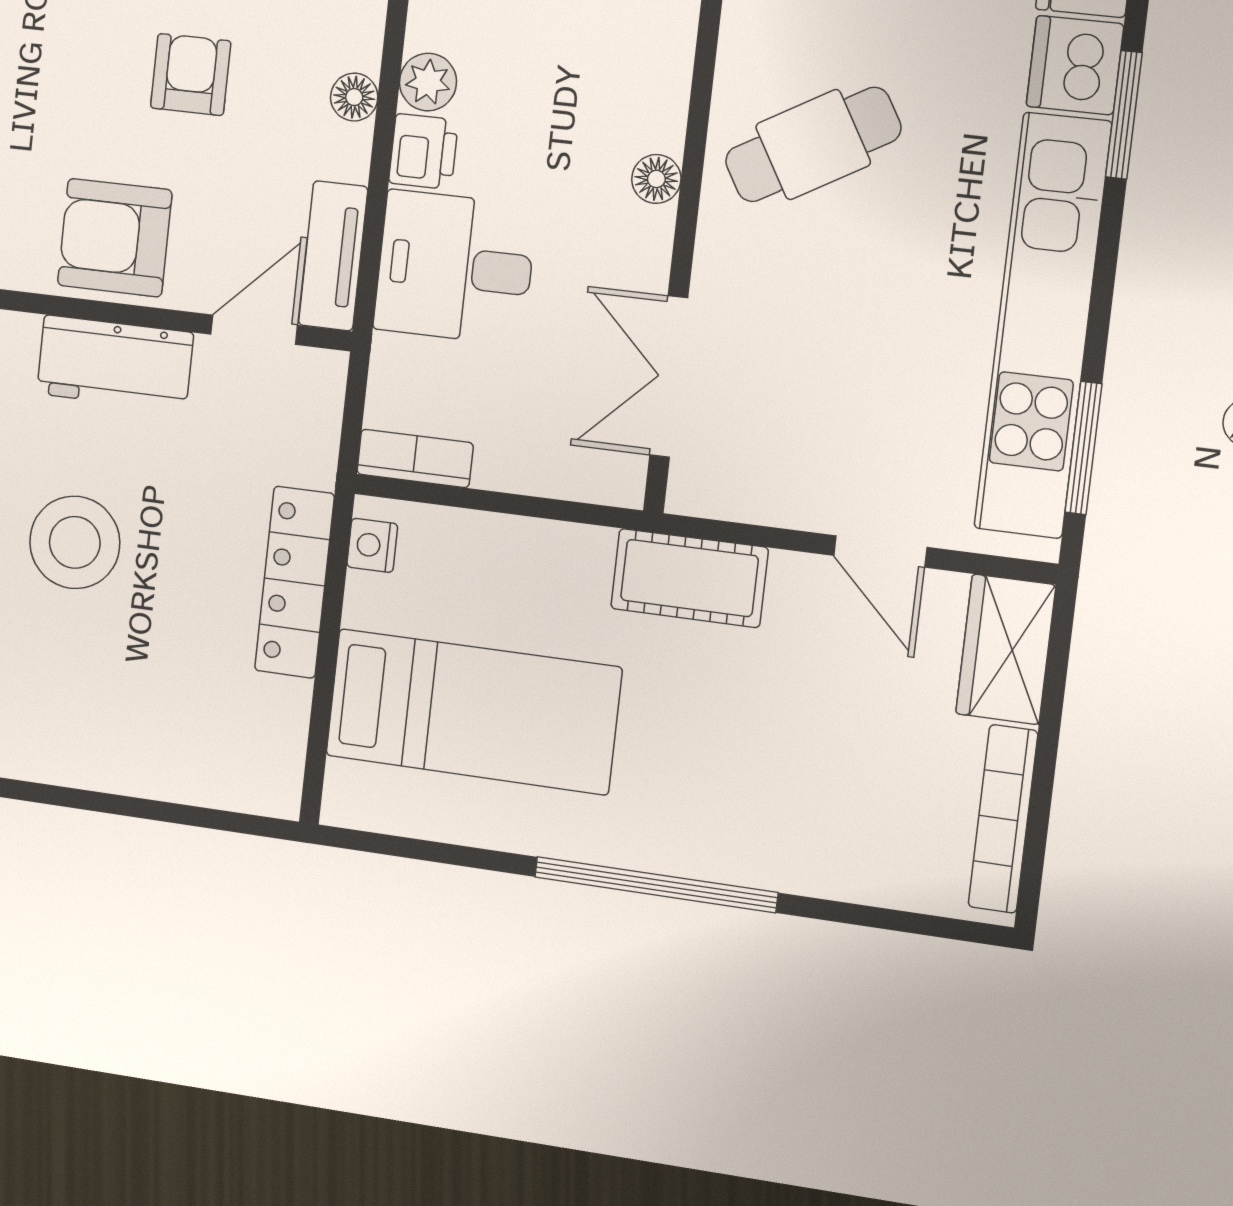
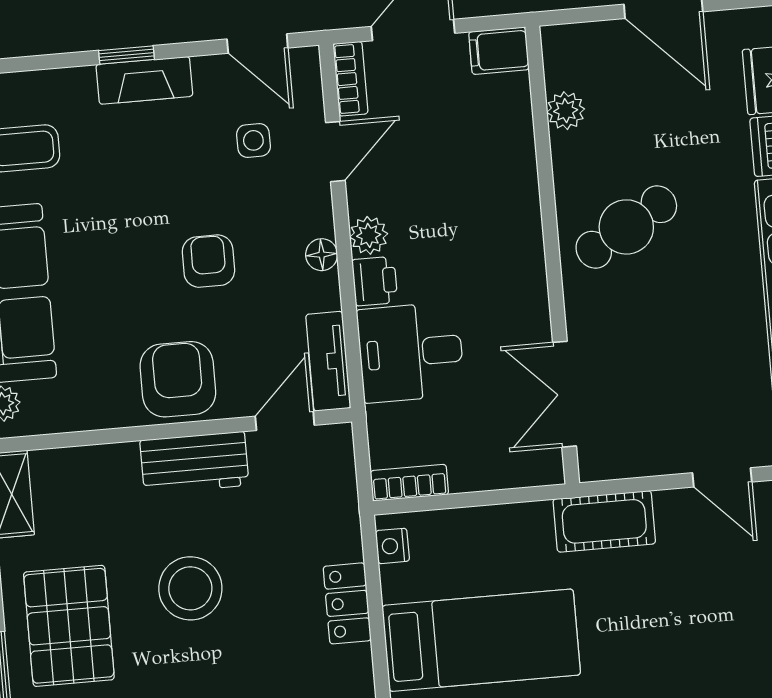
floor lamp: (656, 179) -> (531, 269), removed
armchair: (115, 238) -> (178, 379), turned 90
locker: (295, 582) -> (347, 603), width x0.66

